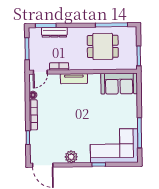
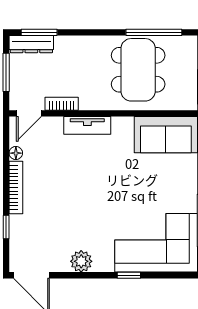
dresser: (54, 32) -> (31, 44), moved
dining table: (103, 46) -> (138, 70), width x1.38

